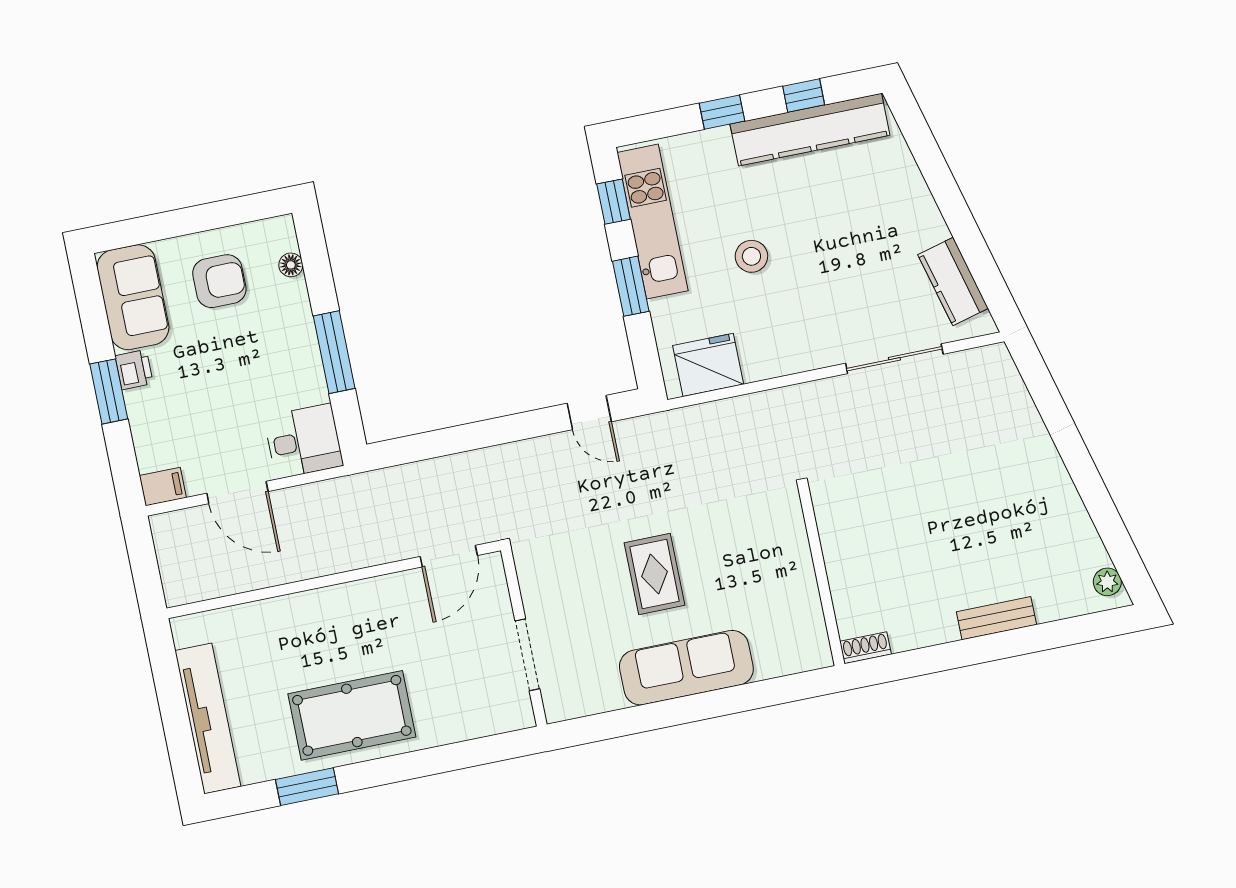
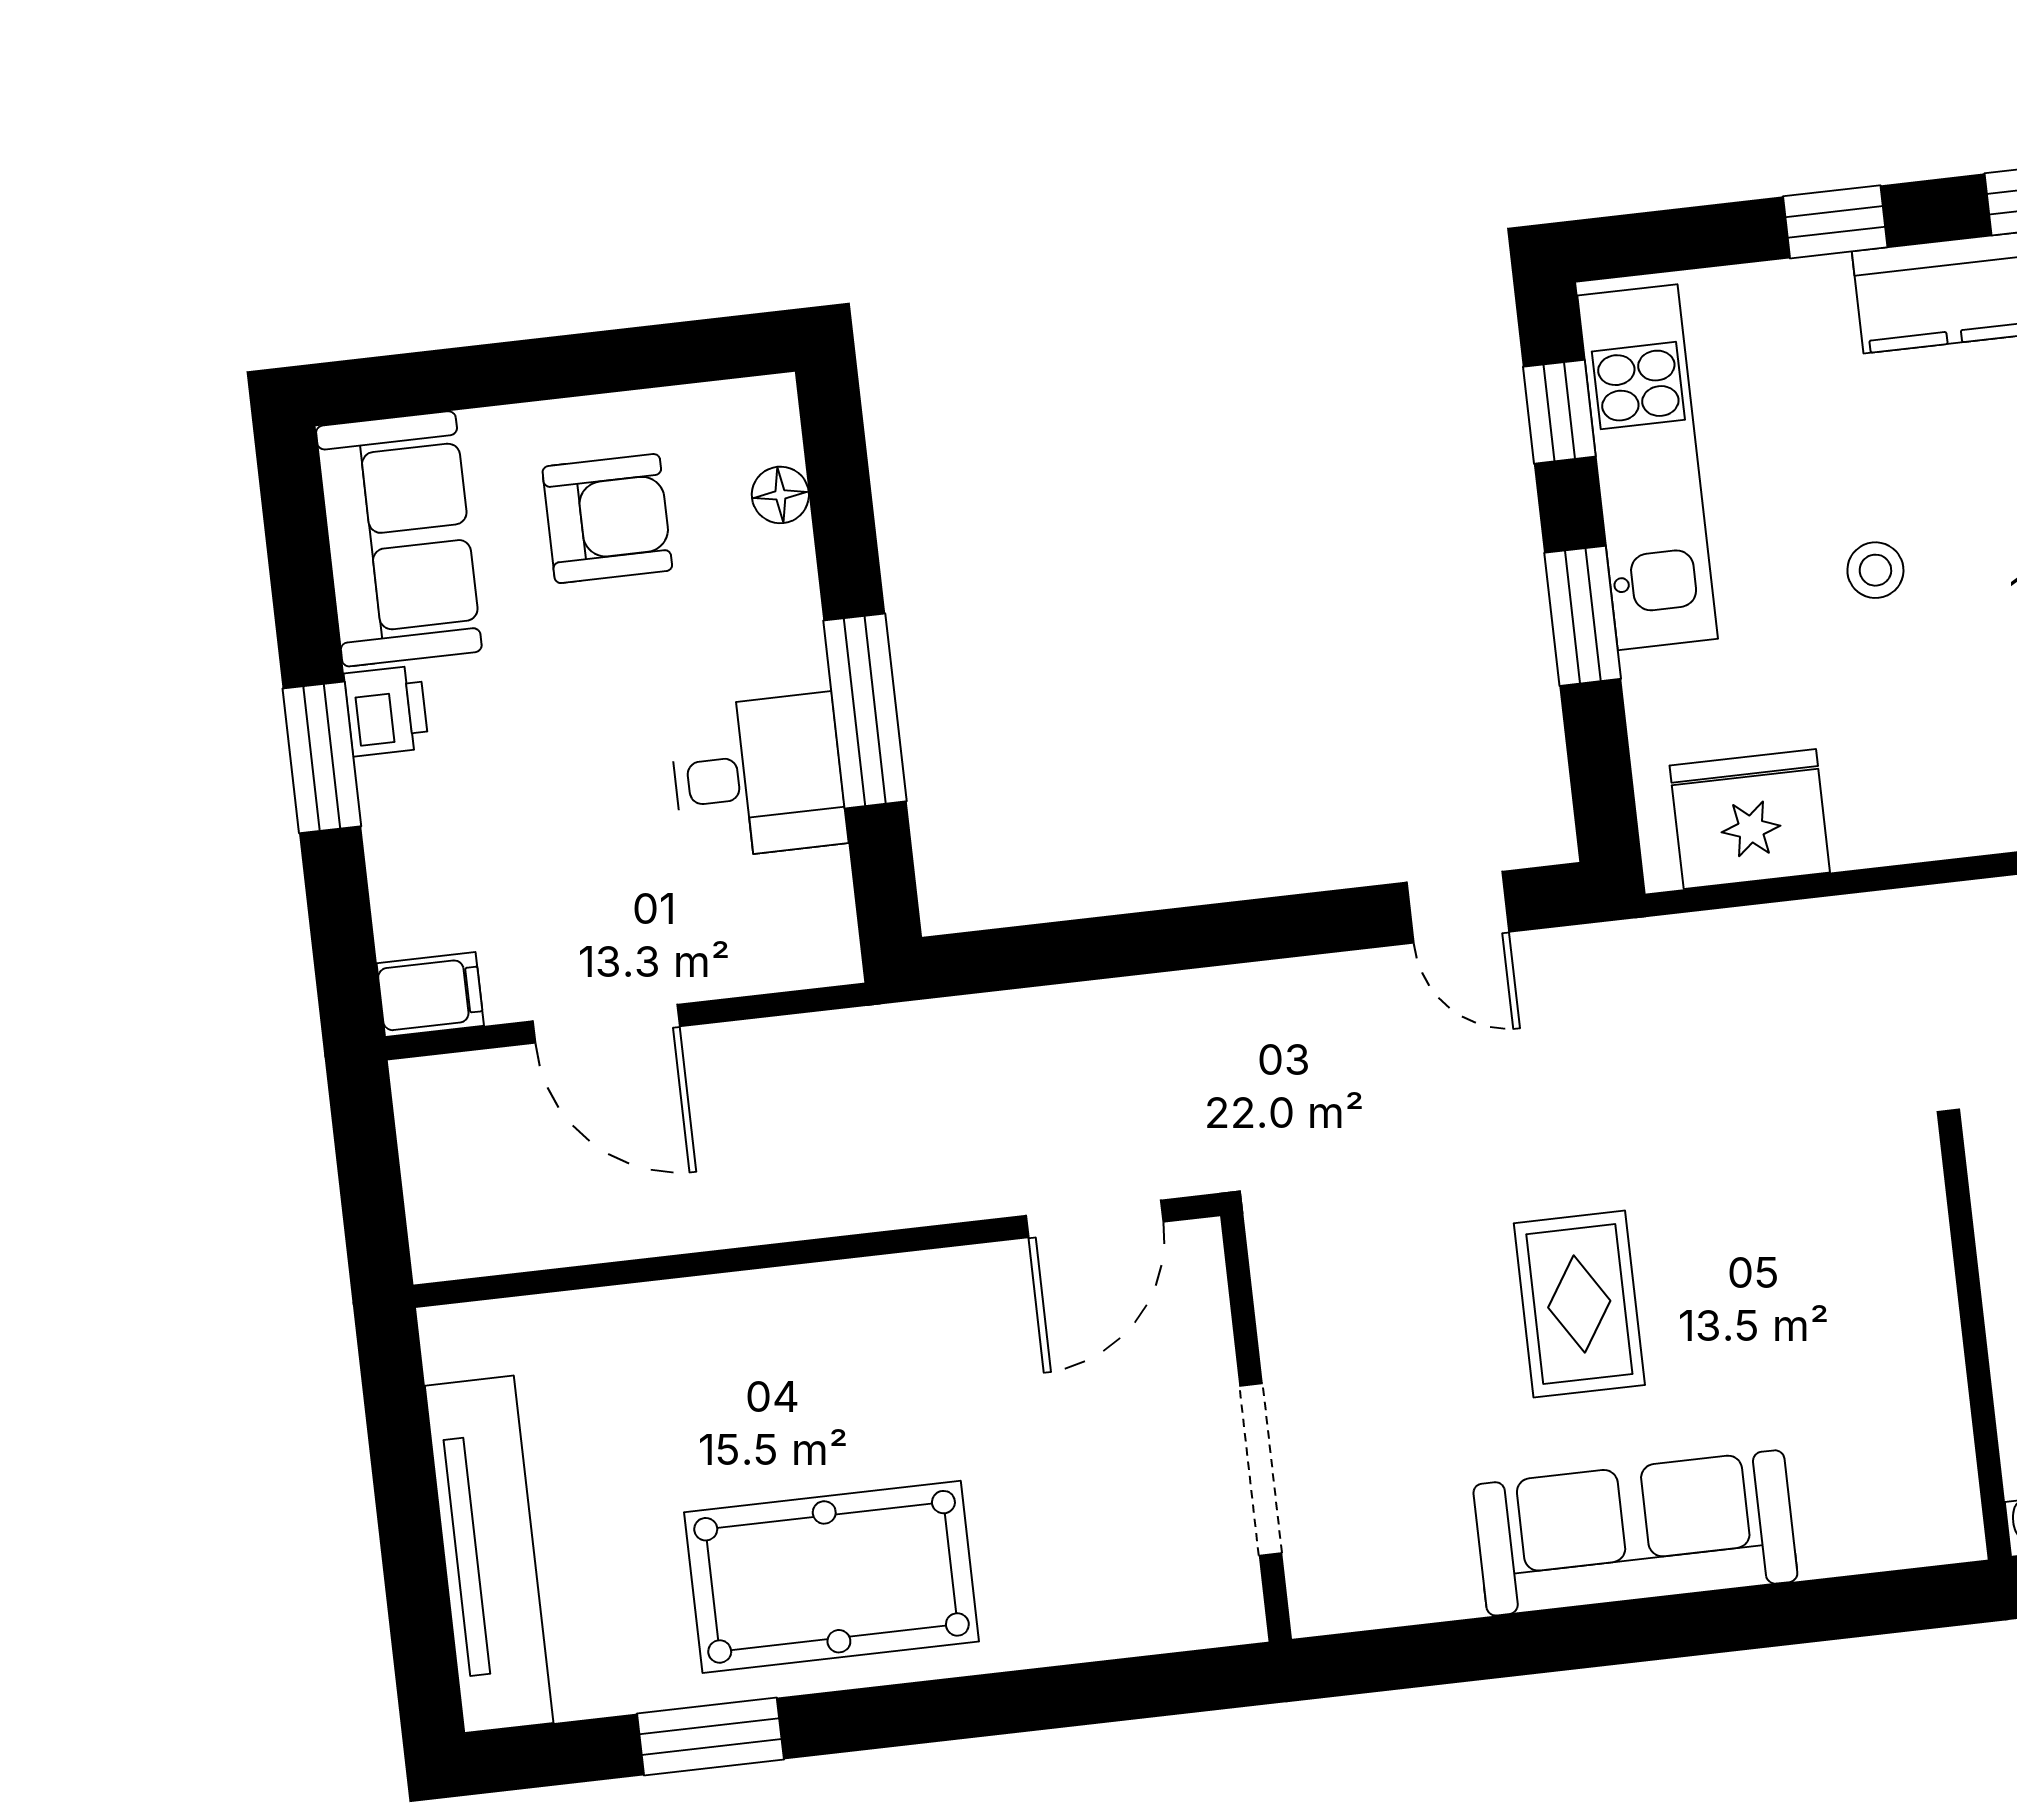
stool: (751, 256) -> (1875, 570), width x0.73, depth x0.73
desk: (304, 441) -> (758, 776), moved

